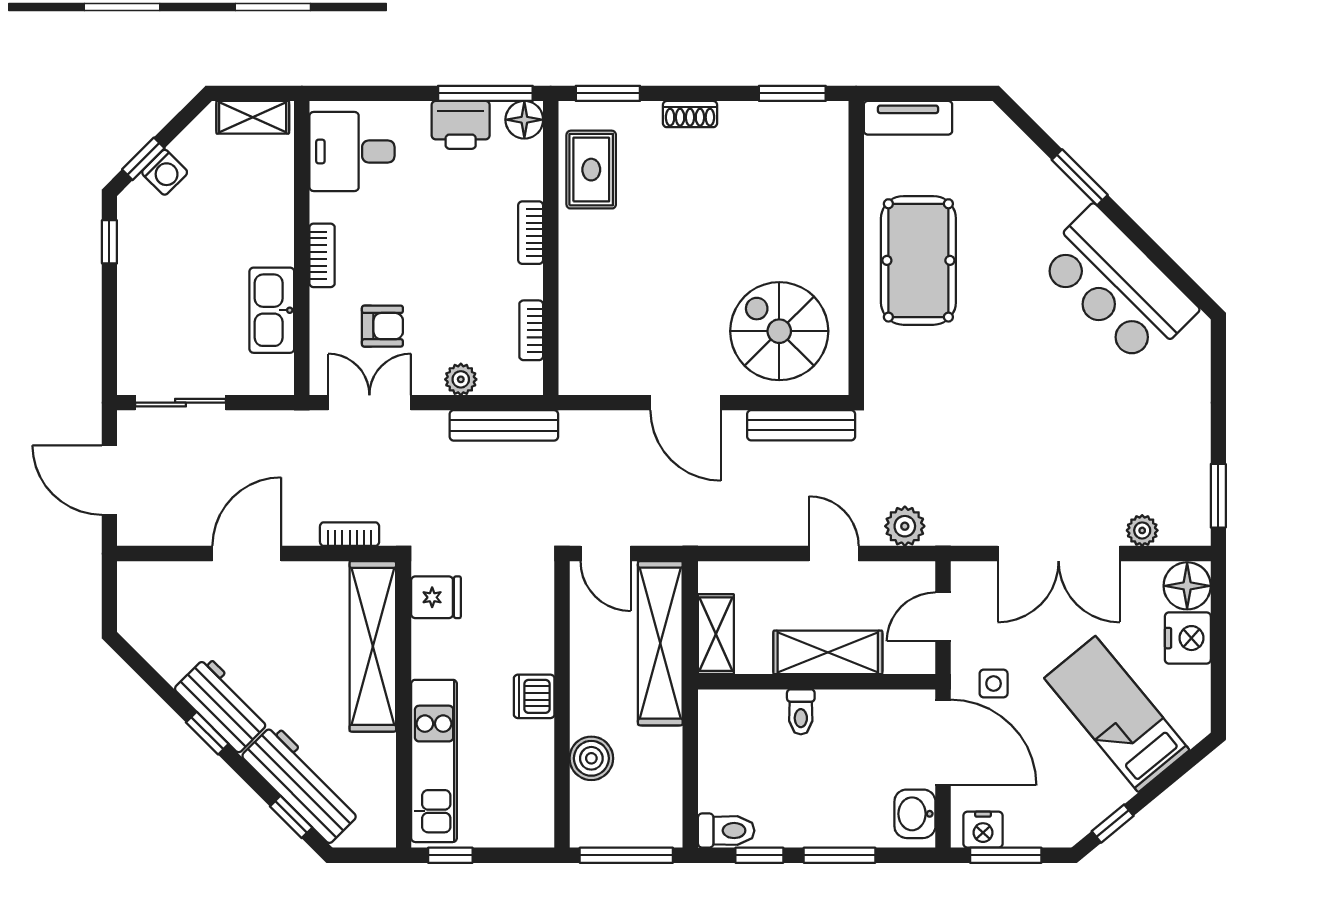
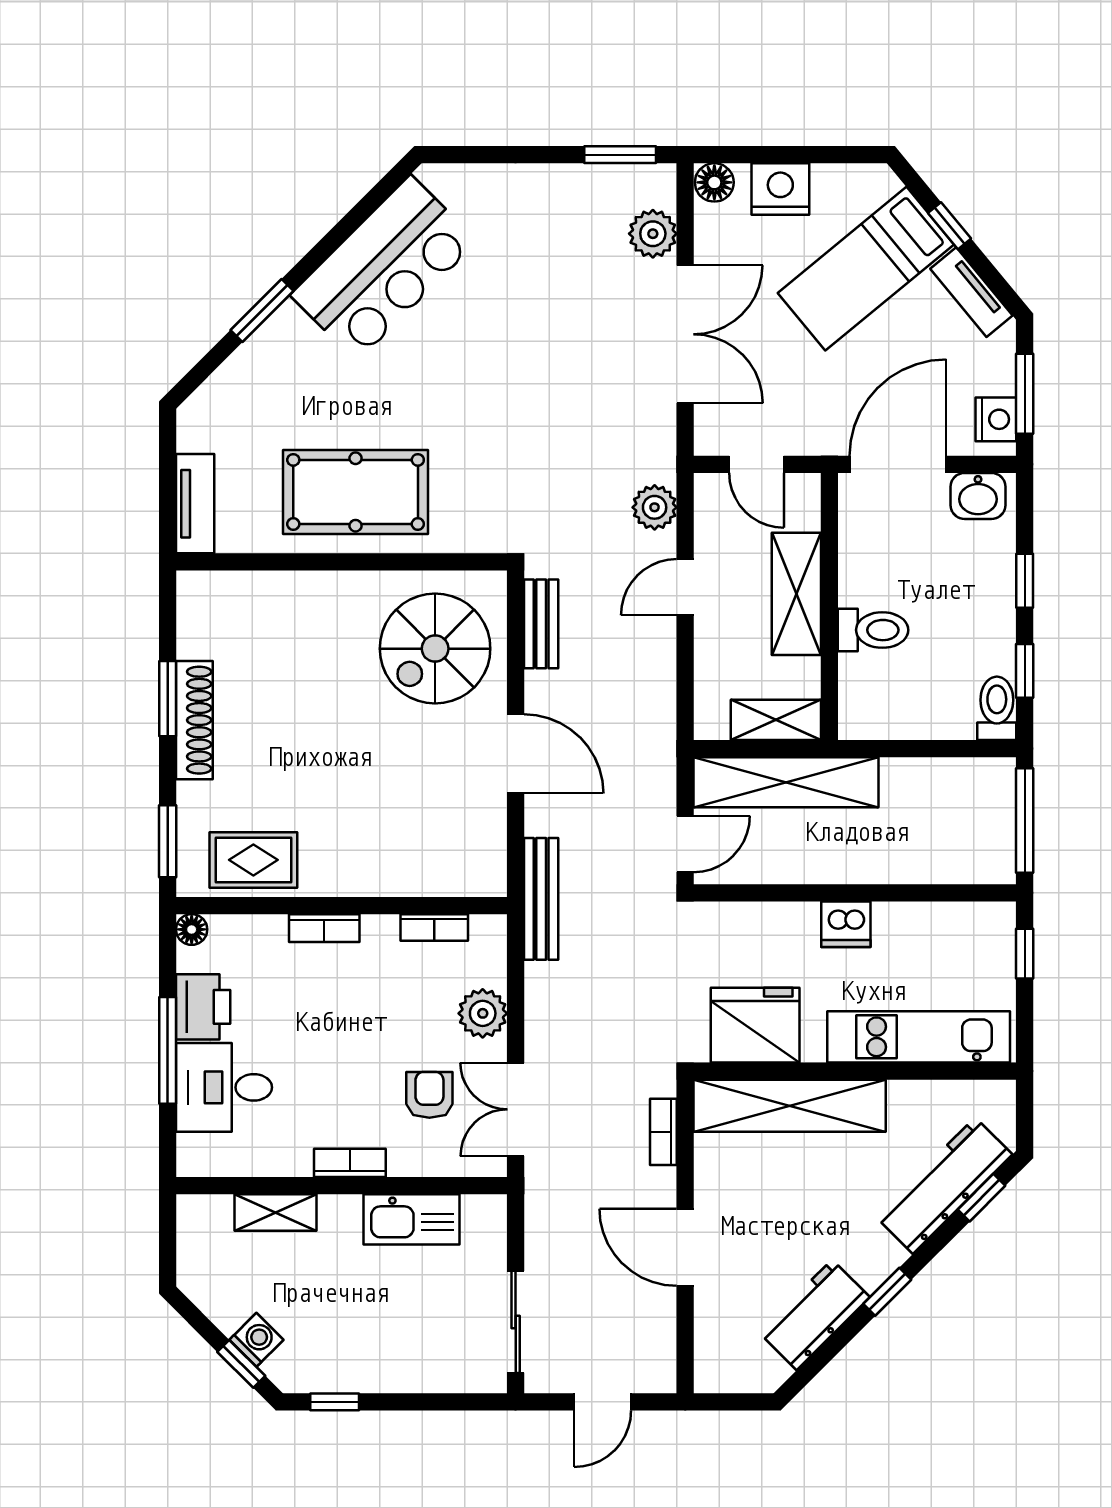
window: (485, 93) -> (168, 1050), moved
window: (792, 93) -> (168, 699), moved
shoe rack: (690, 114) -> (194, 720), width x1.94, depth x1.24
shelving: (253, 117) -> (276, 1212), moved, turned 90
floor lamp: (524, 120) -> (192, 929), width x0.73, depth x0.73
desk: (352, 151) -> (224, 1087), moved, turned 90
plant: (461, 379) -> (483, 1013), width x1.38, depth x1.38
door: (686, 403) -> (516, 754), hinge flipped
bench: (504, 425) -> (541, 899), moved
bench: (801, 425) -> (541, 624), width x0.73
door: (109, 480) -> (603, 1402), width x0.73
plant: (1142, 530) -> (653, 234), width x1.38, depth x1.38
floor lamp: (1187, 586) -> (714, 182), width x0.73, depth x0.73
fridge: (436, 597) -> (755, 1025), width x1.88, depth x1.34
side table: (994, 683) -> (831, 407), removed
workbench: (223, 704) -> (814, 1315), moved
toilet: (801, 712) -> (873, 630), width x1.37, depth x1.39
boiler: (591, 758) -> (916, 860), removed
tv unit: (1096, 808) -> (971, 292), added
window: (1113, 824) -> (950, 226), moved
window: (450, 855) -> (1025, 954), moved
window: (840, 855) -> (1025, 581), width x0.67

